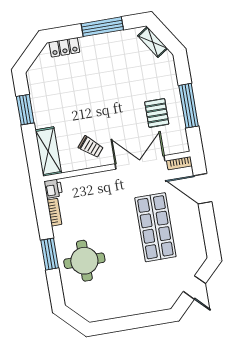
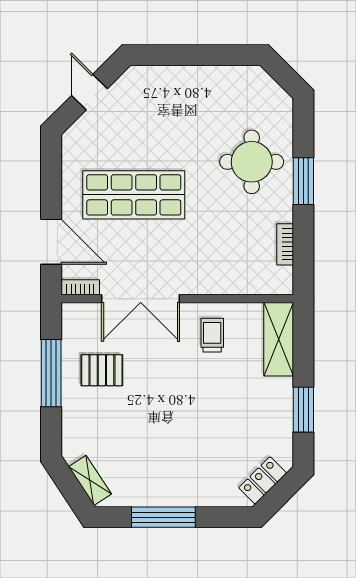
locker: (64, 47) -> (263, 480), moved, turned -45
pallet: (157, 113) -> (102, 370), turned 90
trolley: (91, 147) -> (212, 335), turned 50
printer: (53, 189) -> (281, 281), removed
shop shelf: (155, 227) -> (134, 195), turned 90

